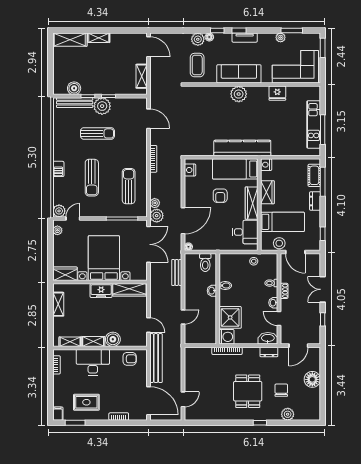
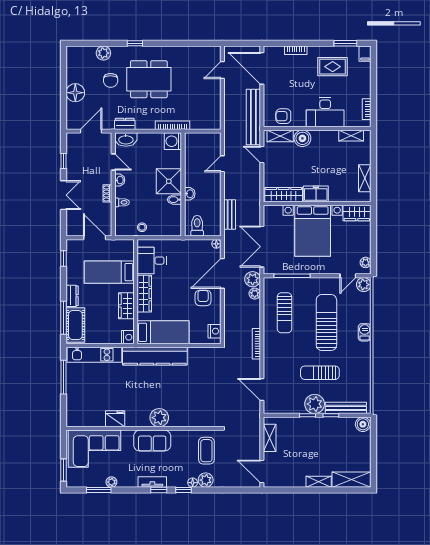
sofa: (239, 74) -> (152, 441), width x0.73
boiler: (74, 88) -> (363, 424), moved
kitchen unit: (314, 124) -> (94, 355), moved, turned 90
cot: (314, 175) -> (75, 325), width x1.37, depth x1.34
sun lounger: (92, 178) -> (326, 322), width x1.36, depth x1.34
armchair: (220, 196) -> (203, 298), moved
stool: (279, 243) -> (113, 248), removed
shower: (230, 317) -> (169, 181), moved
shelving: (93, 341) -> (280, 136), moved
dining table: (248, 391) -> (149, 79), width x1.38

